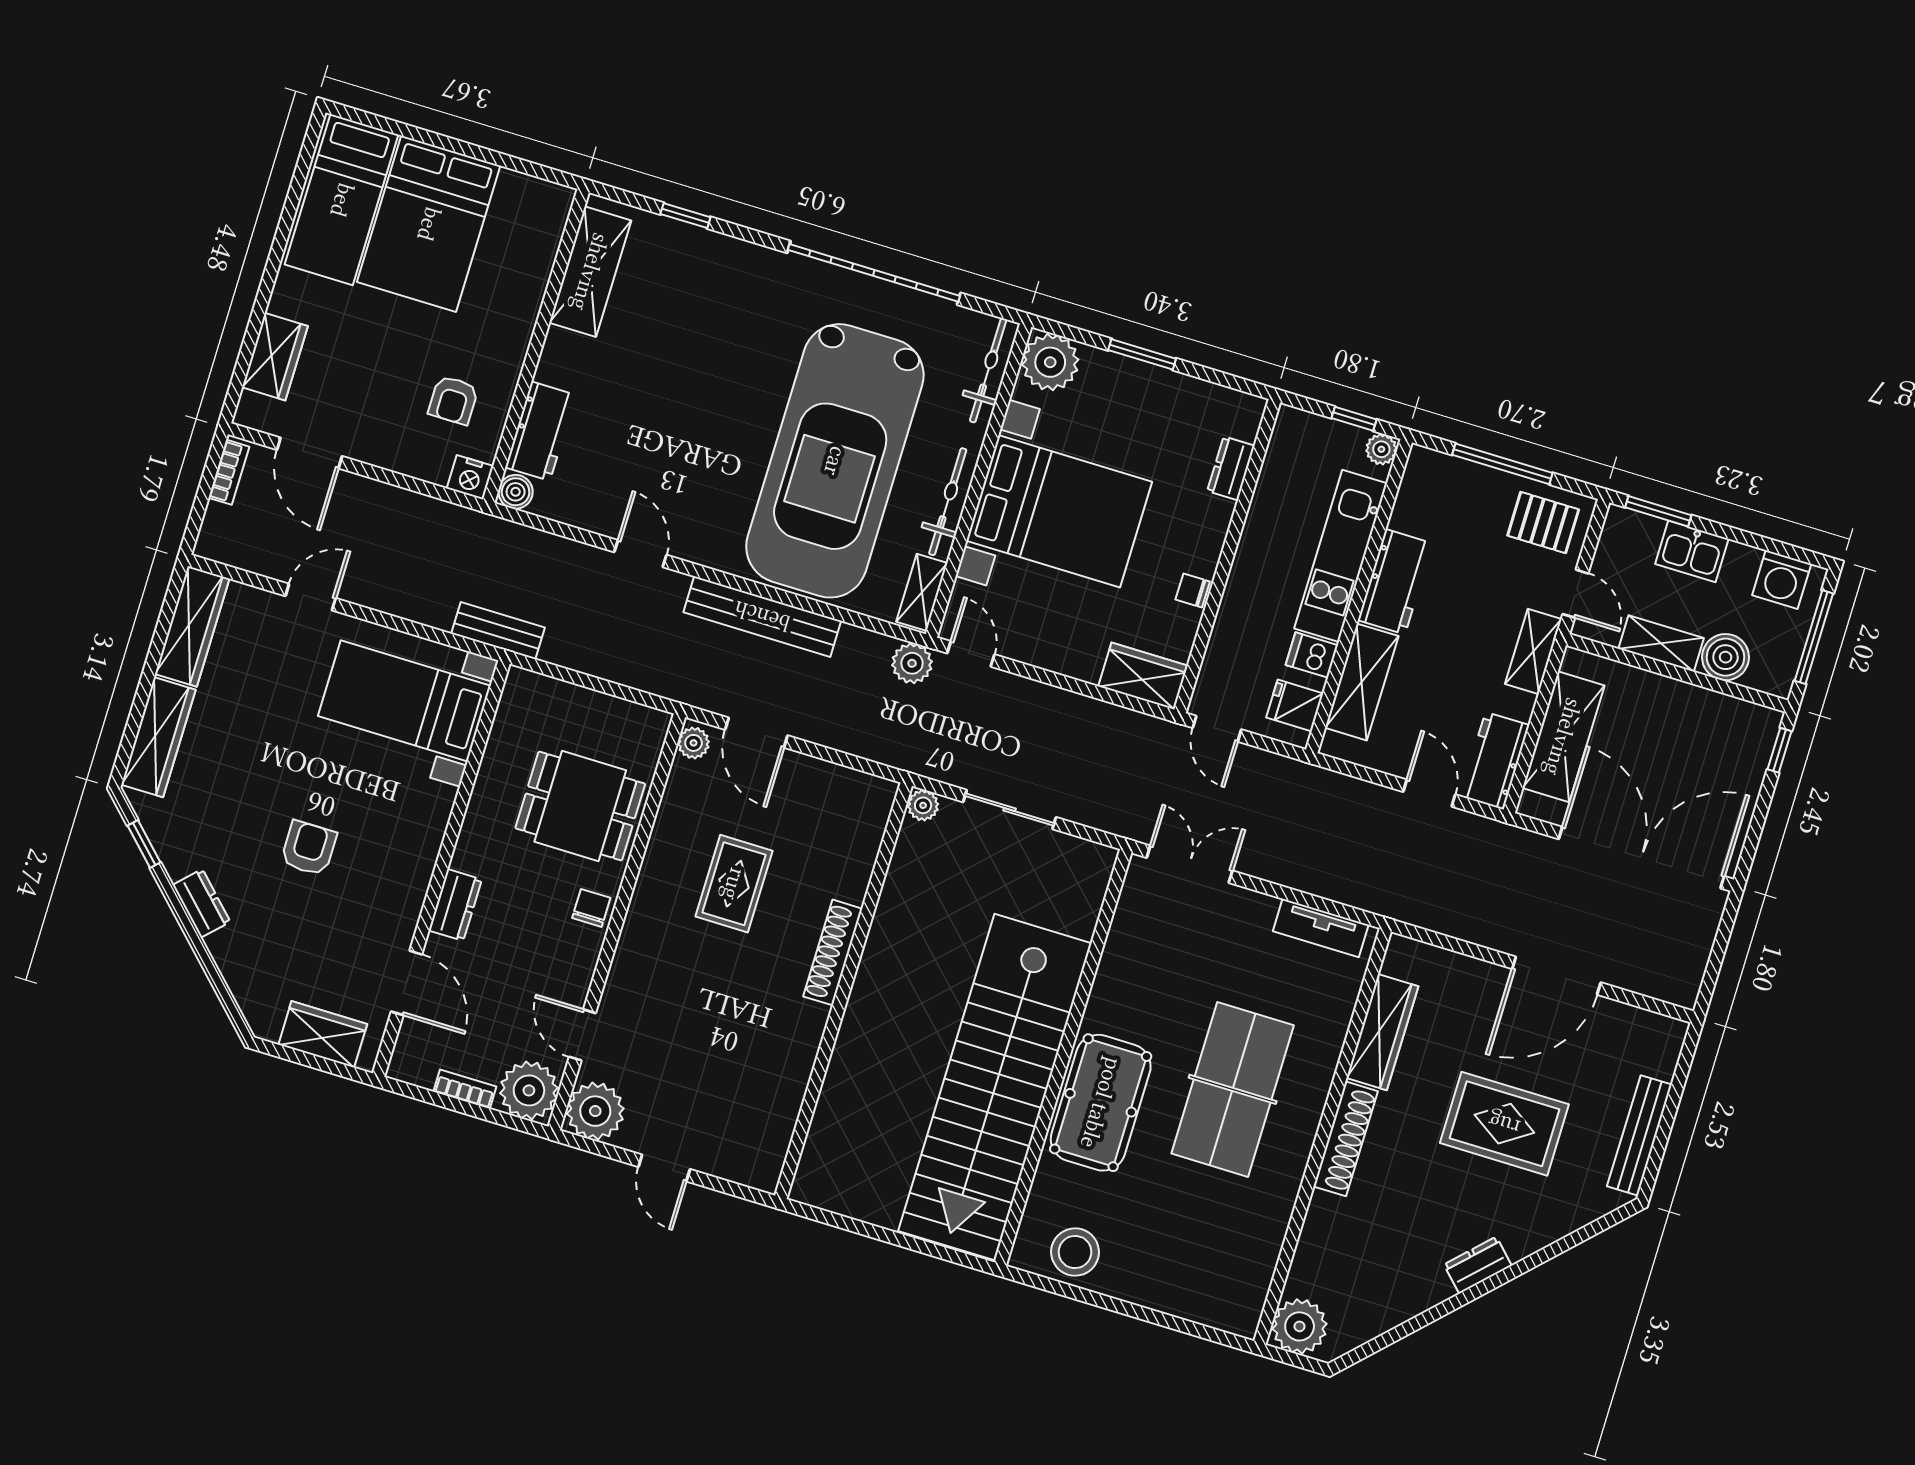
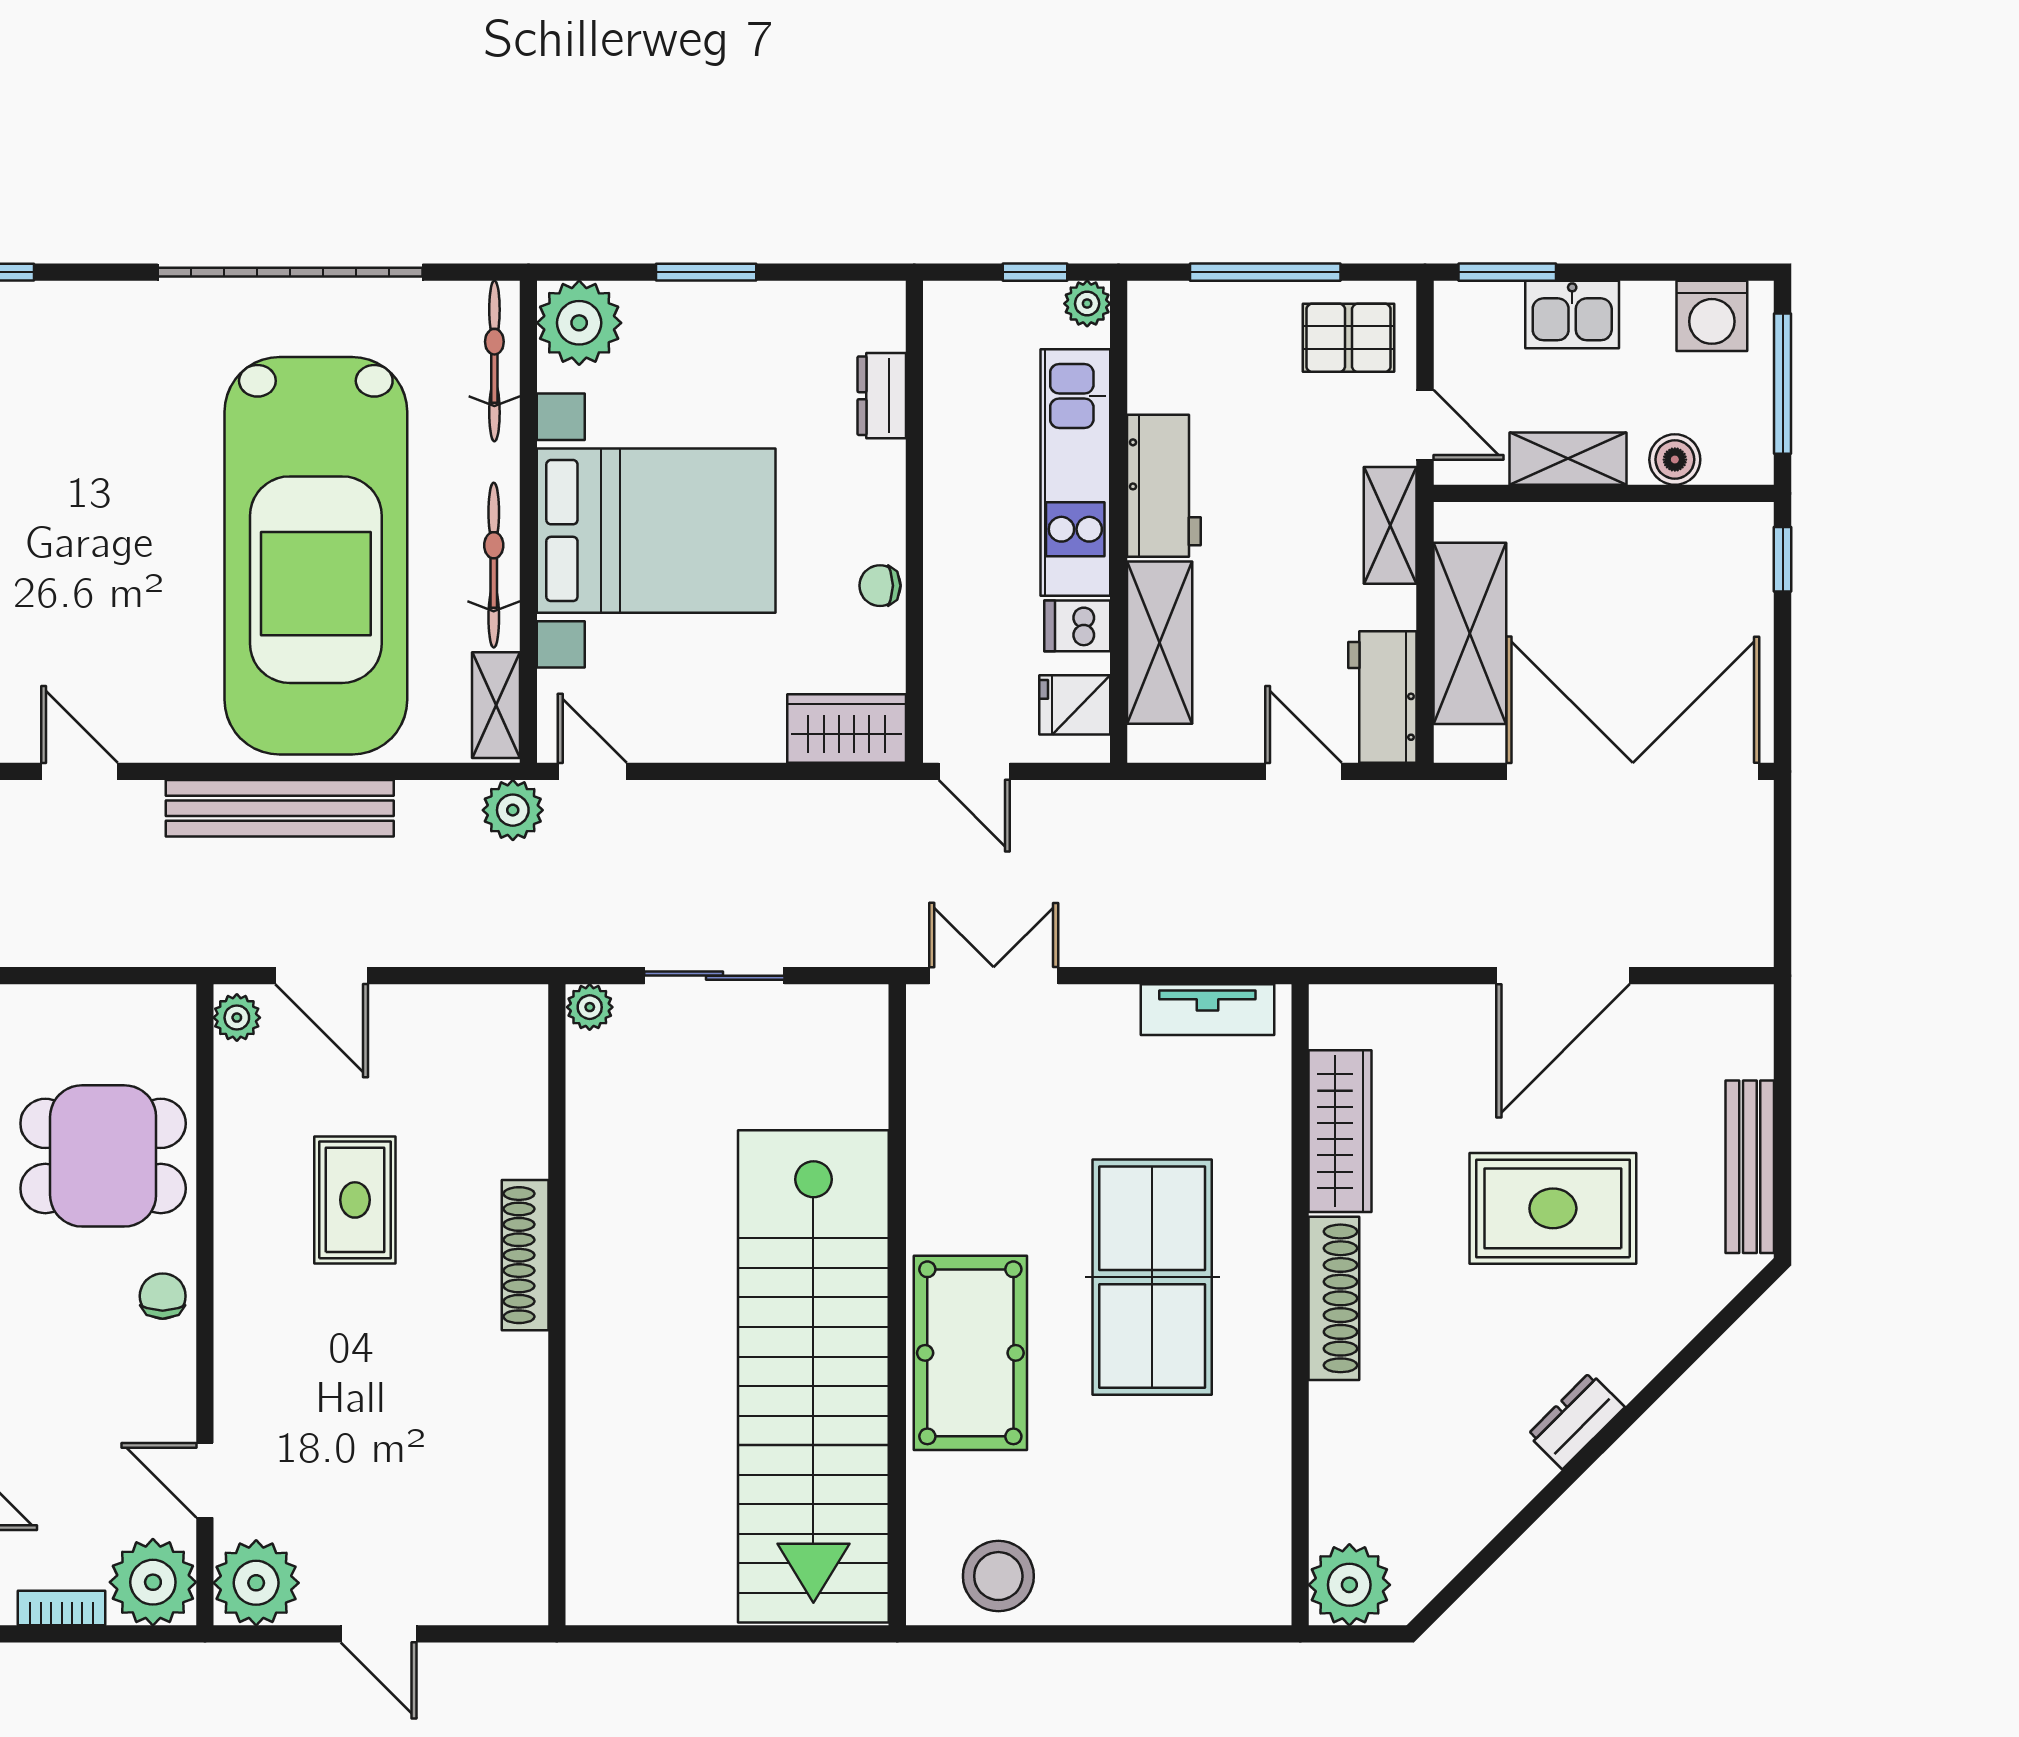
boiler: (1726, 657) -> (1675, 460), width x0.73, depth x0.73

